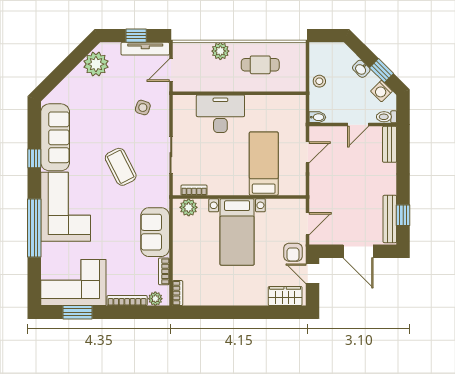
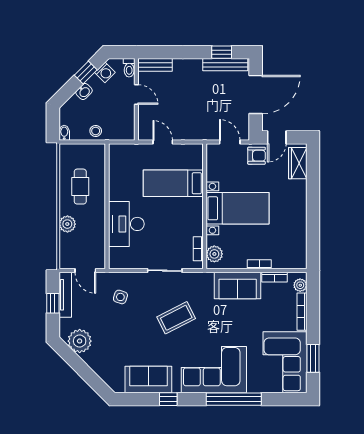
bidet: (317, 117) -> (64, 133), moved
sofa: (55, 137) -> (148, 379), width x0.73
door: (358, 251) -> (256, 95), width x1.36
bookcase: (178, 293) -> (259, 264), moved

